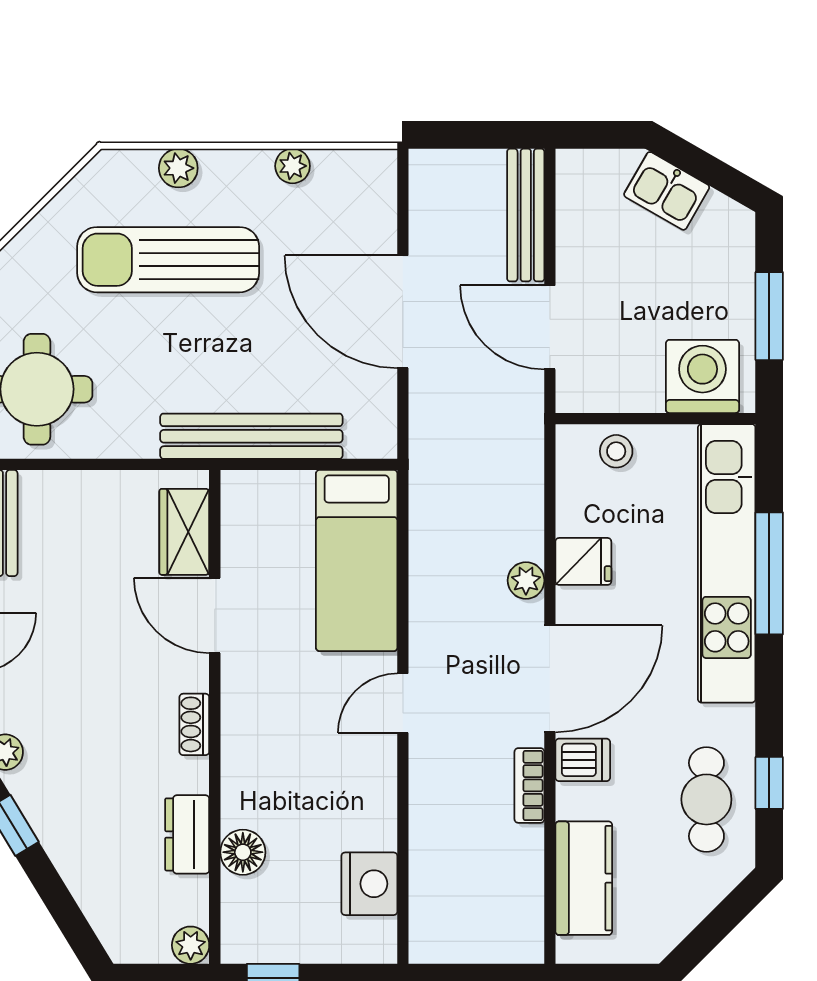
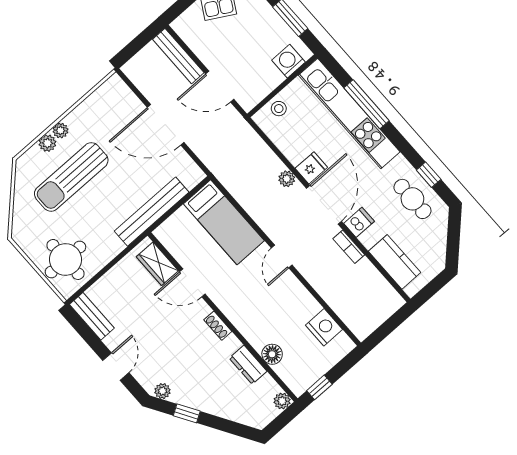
plant: (293, 166) -> (60, 130), moved
washing machine: (702, 376) -> (289, 61), width x0.73, depth x0.73
fridge: (583, 561) -> (311, 168), moved

